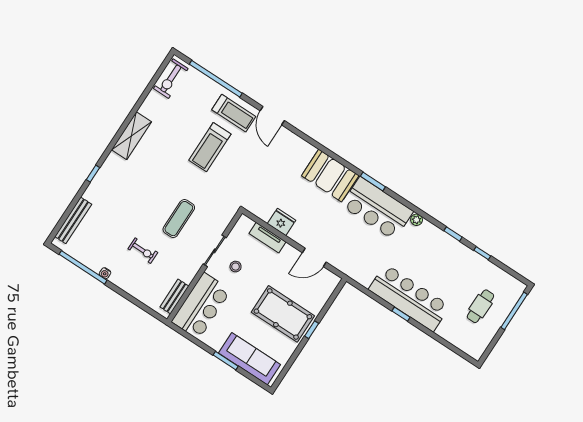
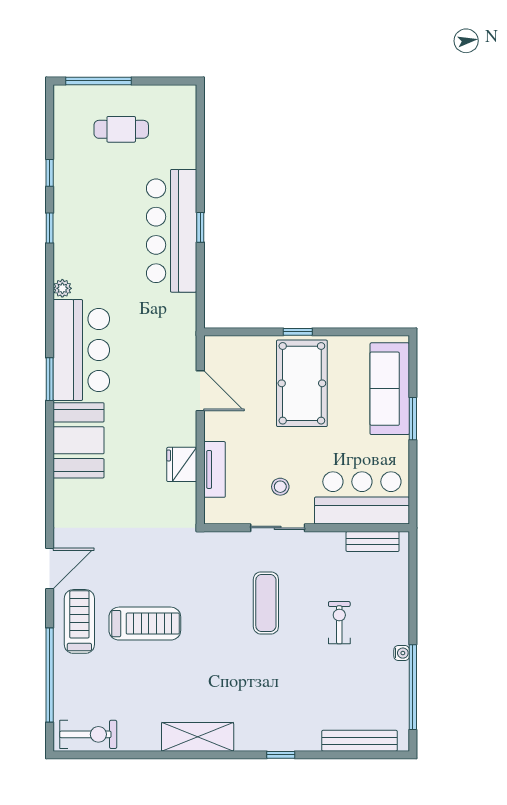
exercise mat: (179, 219) -> (266, 603), turned 90

